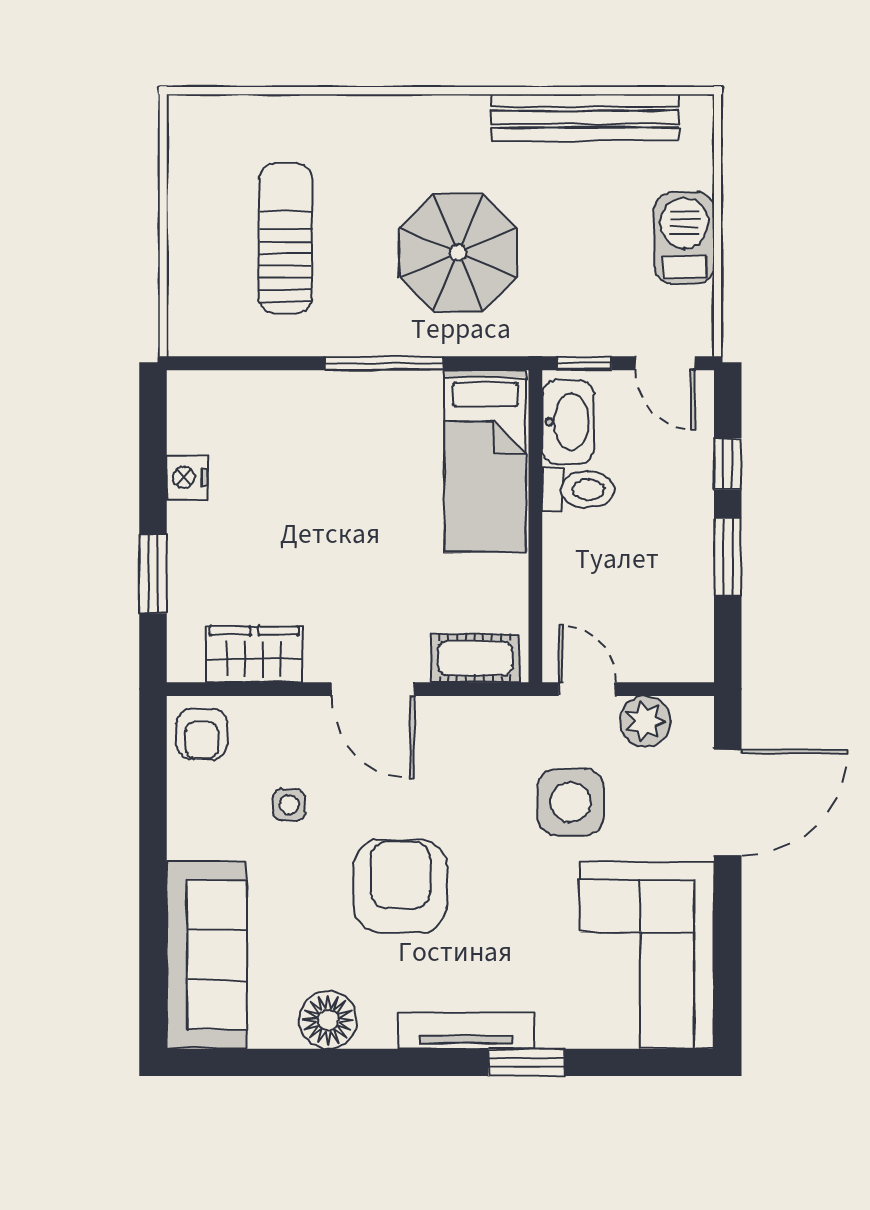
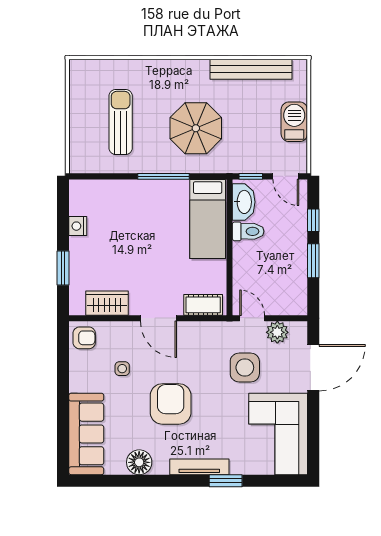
armchair: (202, 734) -> (84, 338), turned -90

